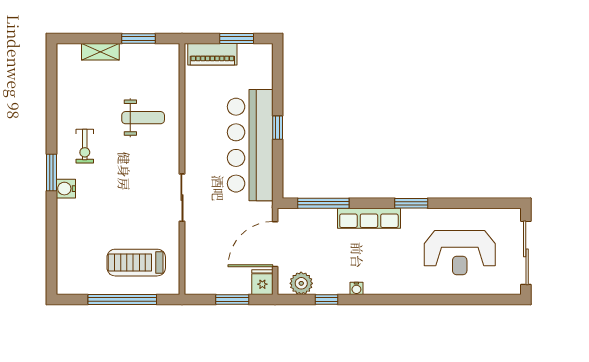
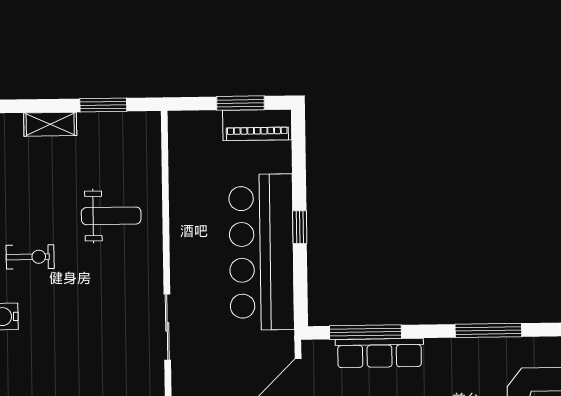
piano: (212, 54) -> (257, 125), moved
exercise bike: (85, 146) -> (30, 257), turned -90
window: (411, 203) -> (488, 330), width x1.44
row of seats: (369, 218) -> (380, 353), moved

